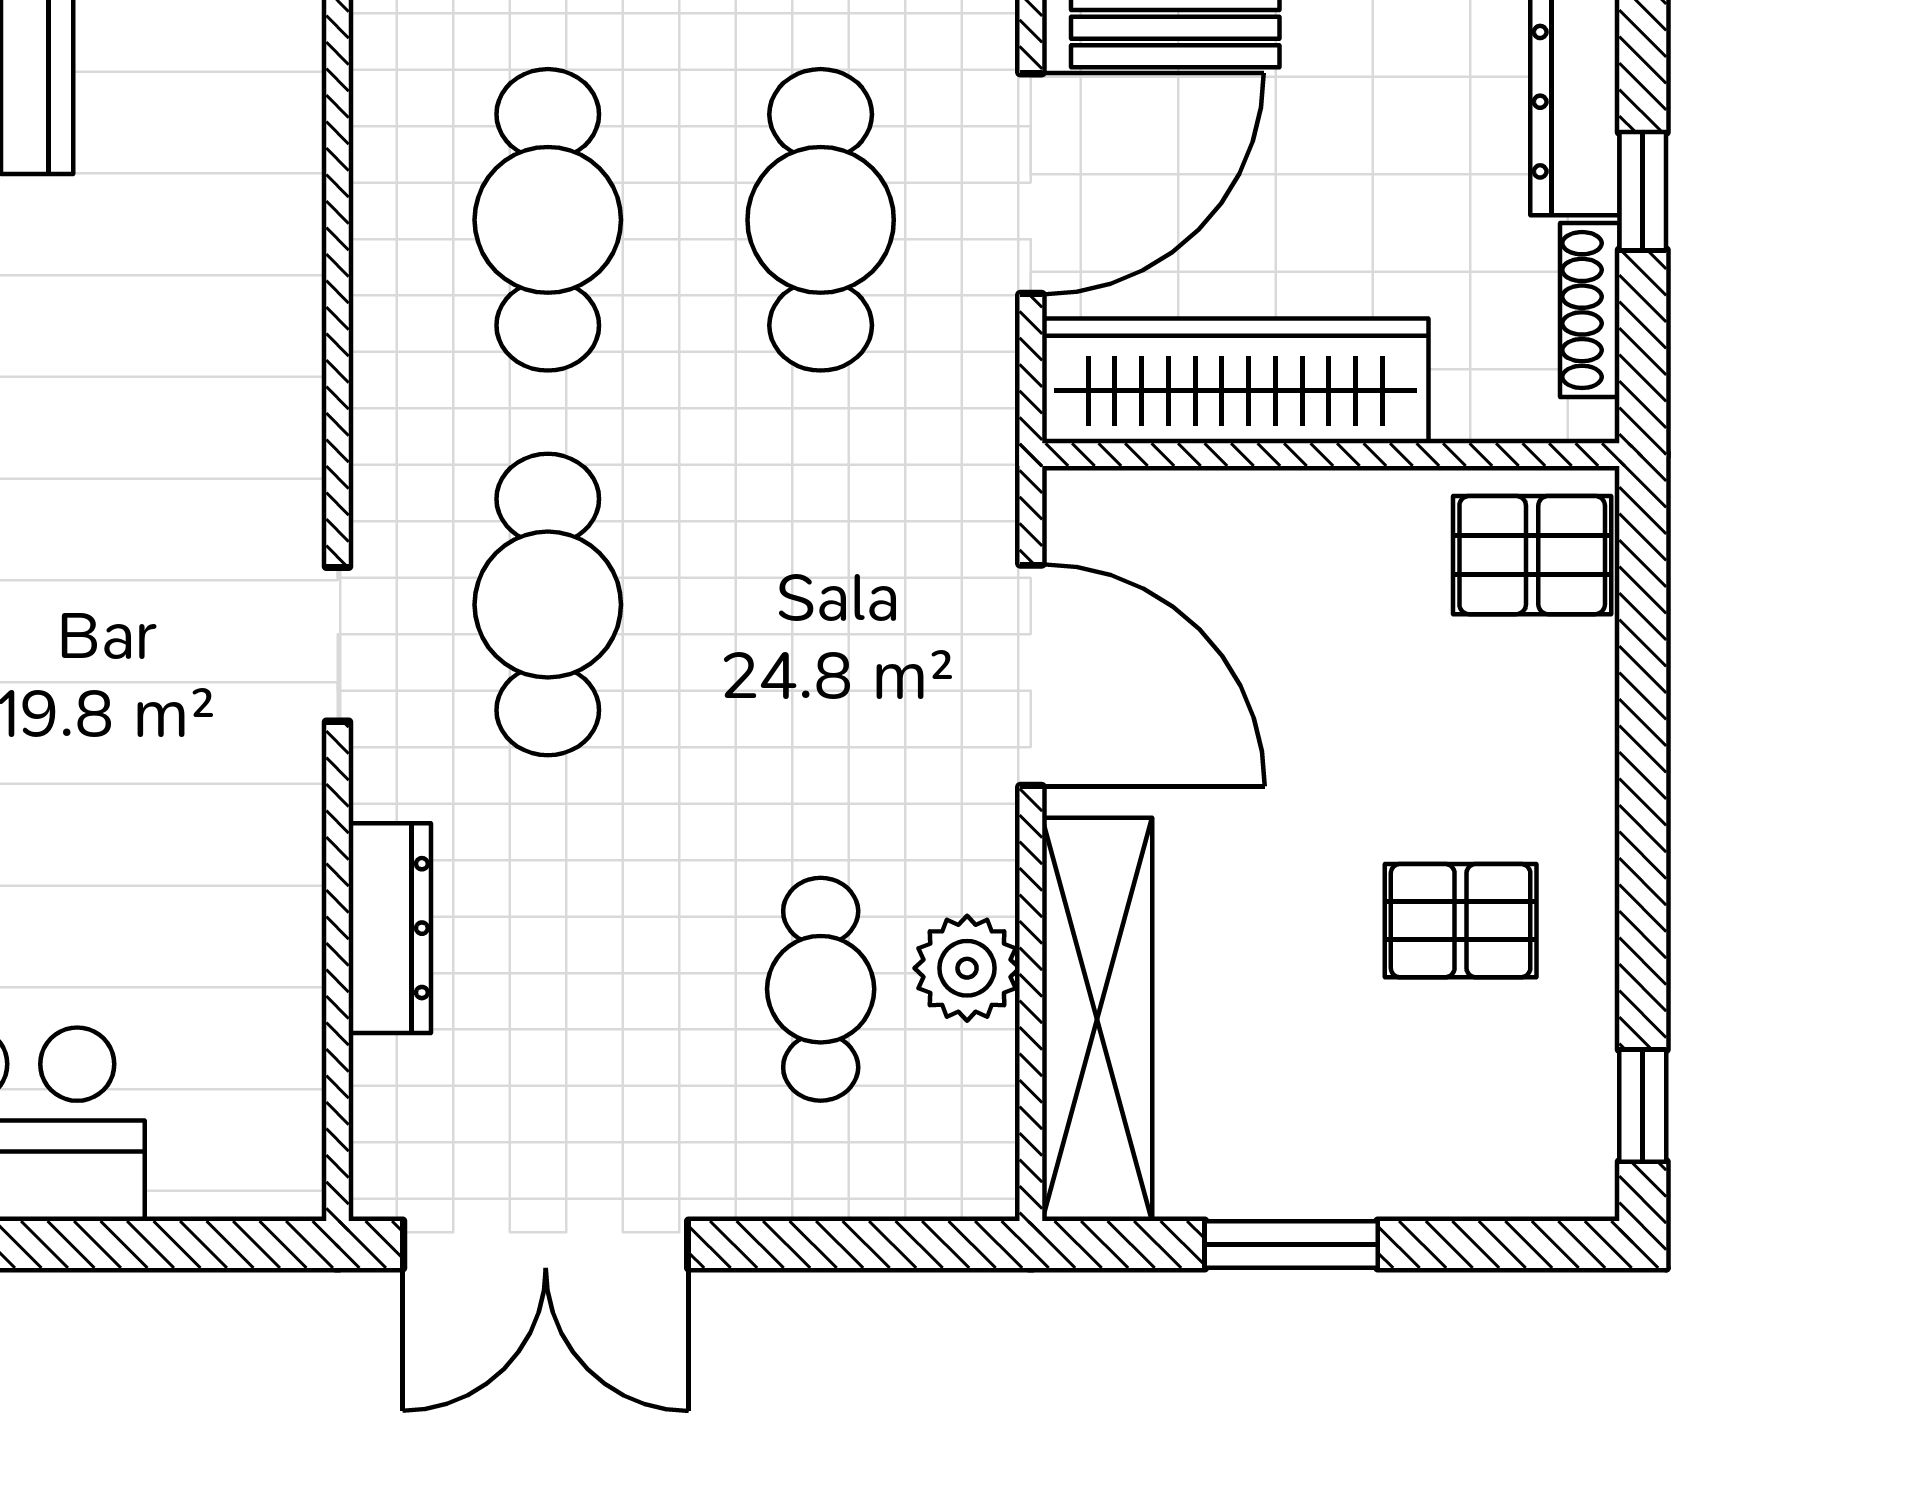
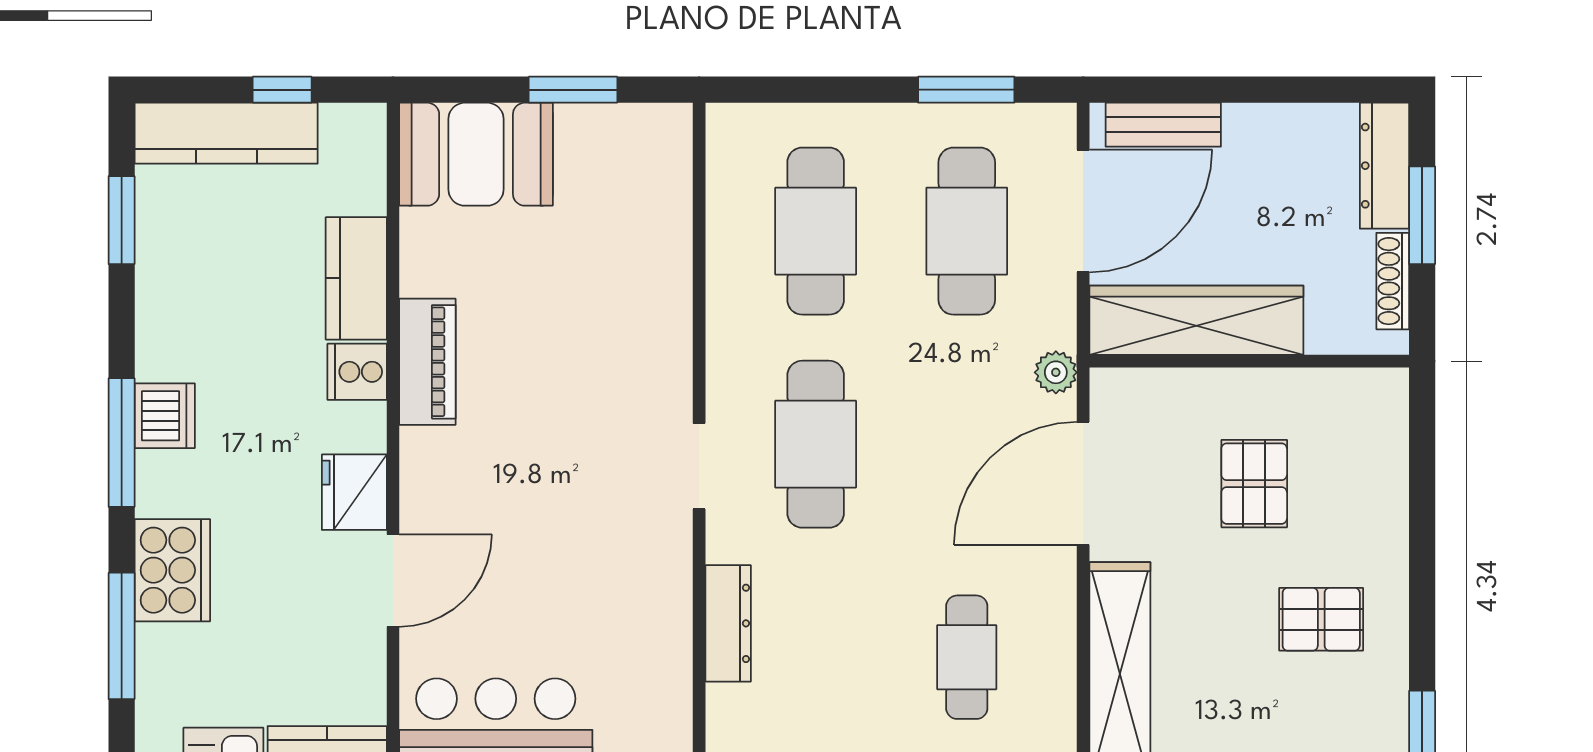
window: (1643, 191) -> (1422, 215), width x1.50
pallet: (1532, 555) -> (1254, 484), moved, turned 90
door: (1031, 675) -> (1083, 483), swing flipped
plant: (967, 968) -> (1056, 372), moved, width x0.73, depth x0.73

